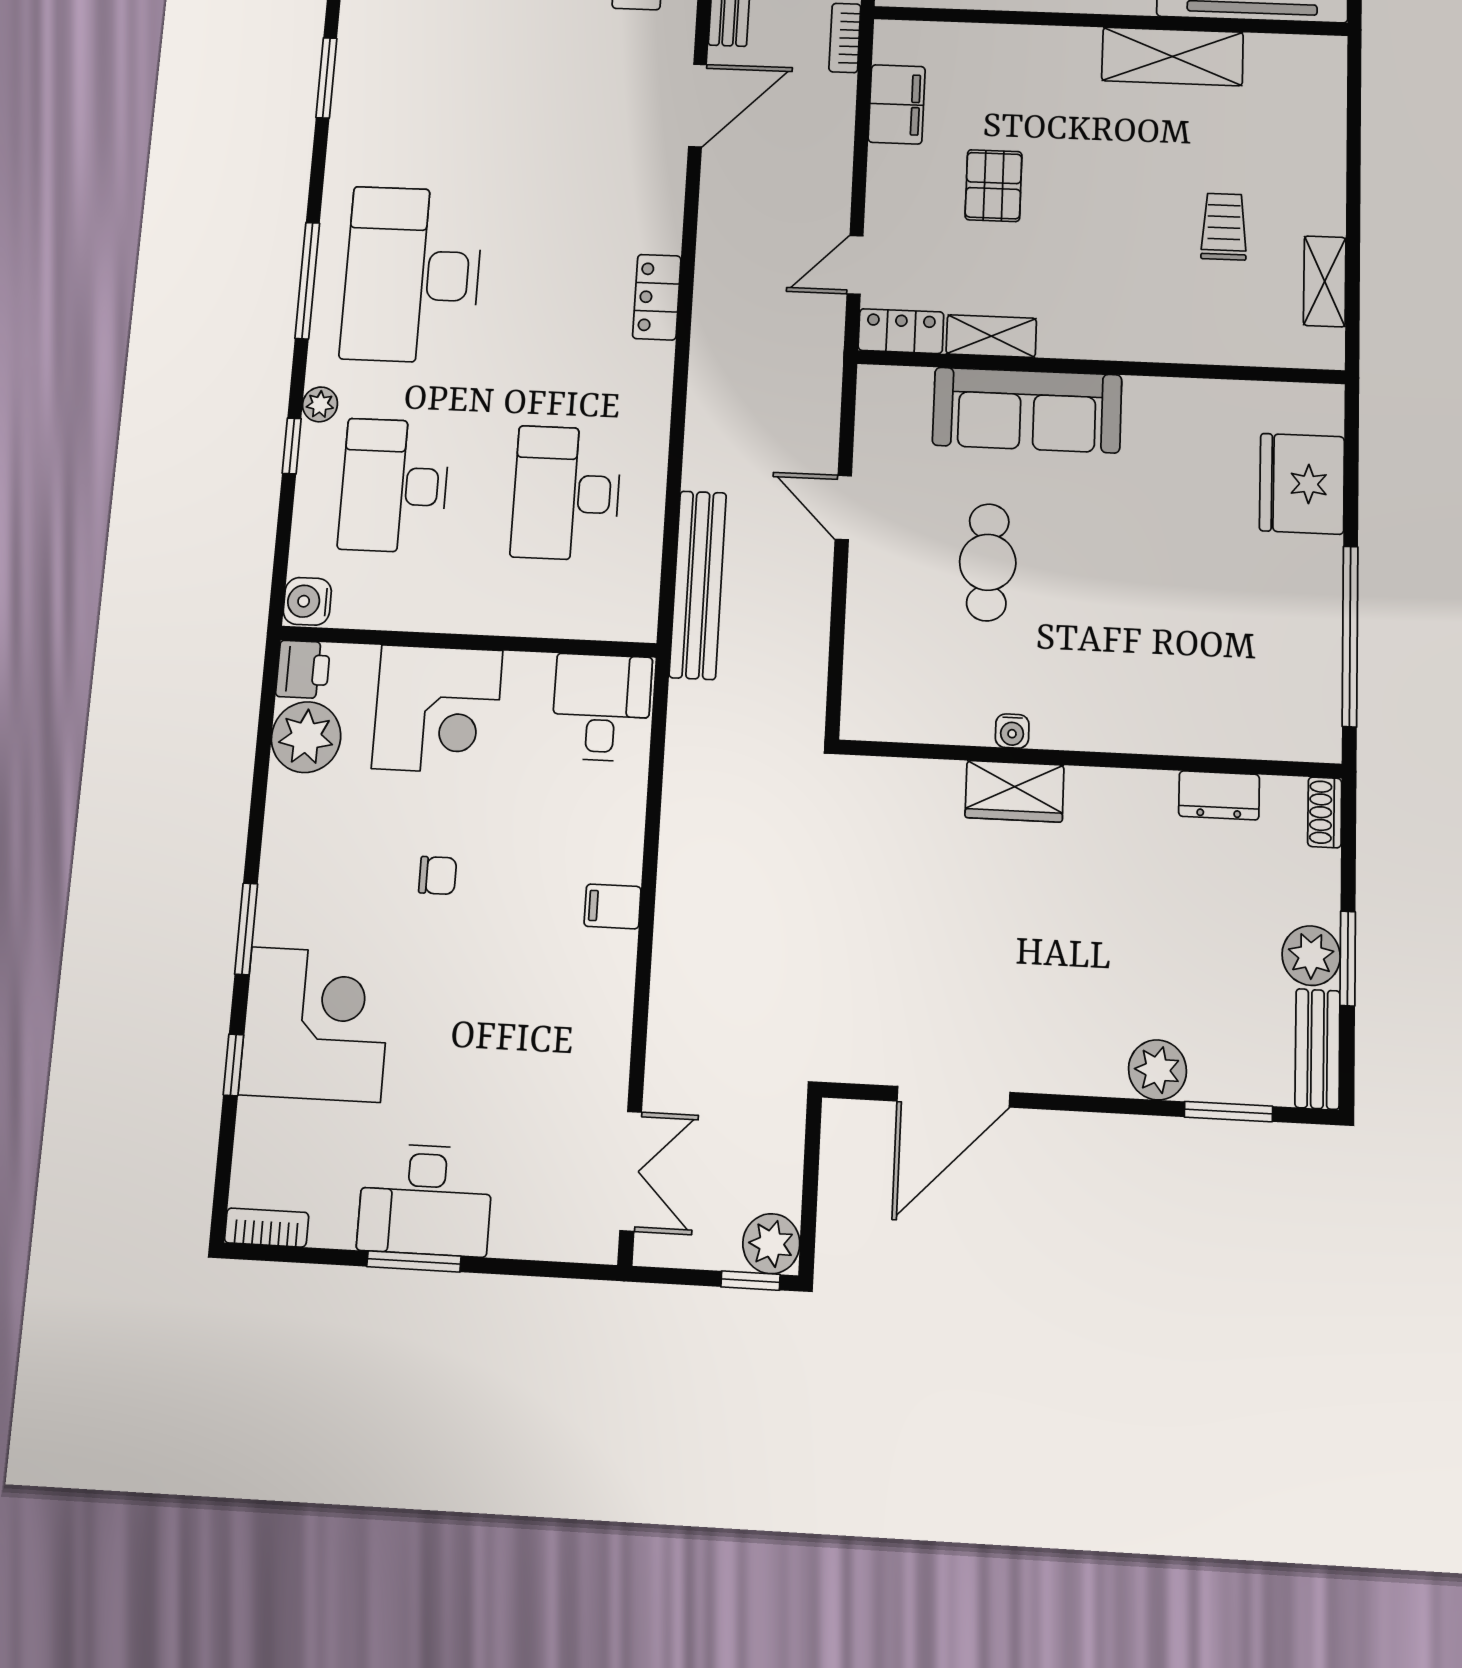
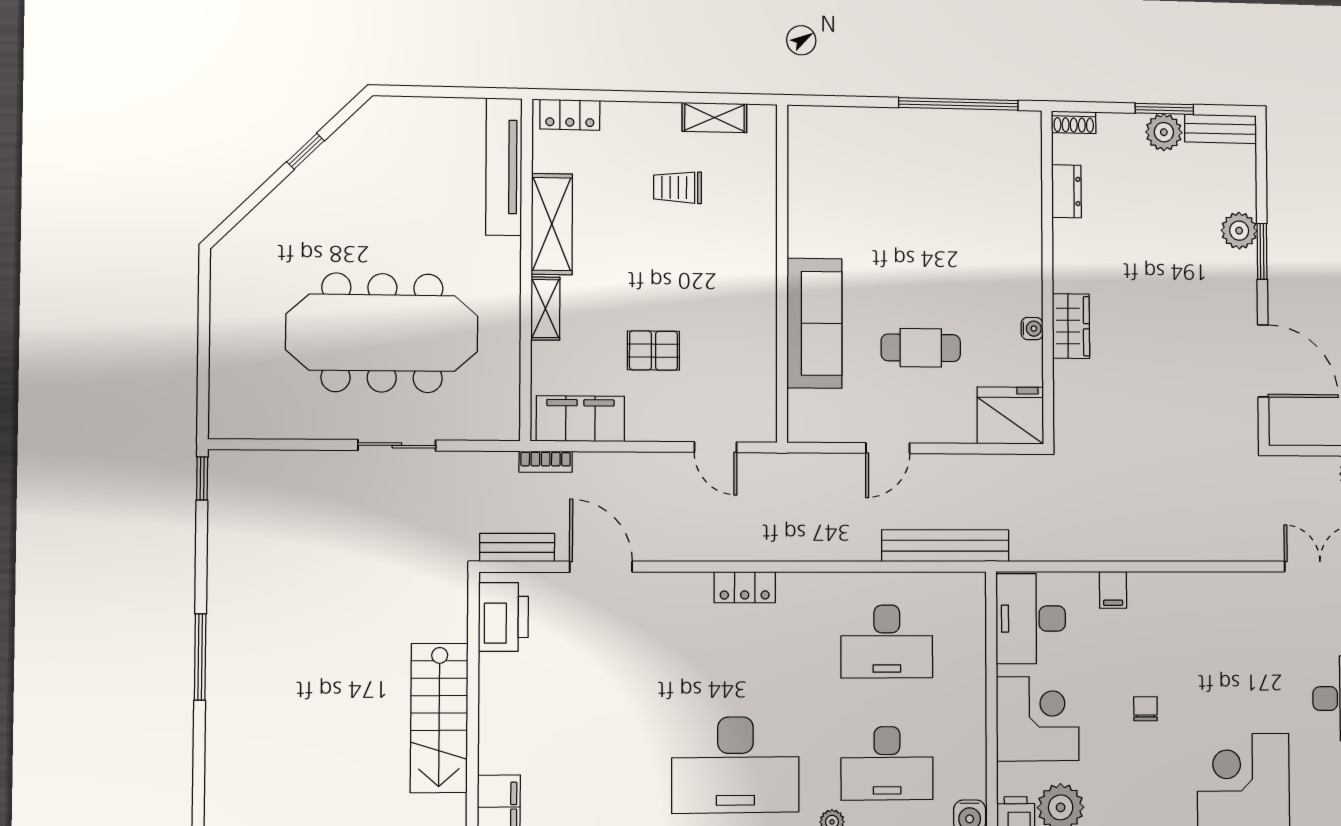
filing cabinet: (897, 104) -> (580, 419), width x1.50, depth x1.17
locker: (901, 331) -> (570, 115), moved, turned -90
shelving: (991, 336) -> (545, 309), moved
fridge: (1302, 484) -> (1010, 416), moved, turned 180
desk: (602, 707) -> (1031, 619), width x1.37
filing cabinet: (613, 906) -> (1113, 590), moved
window: (1228, 1112) -> (1262, 251), moved

